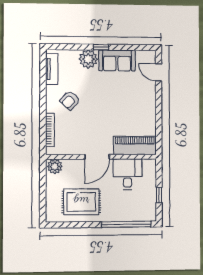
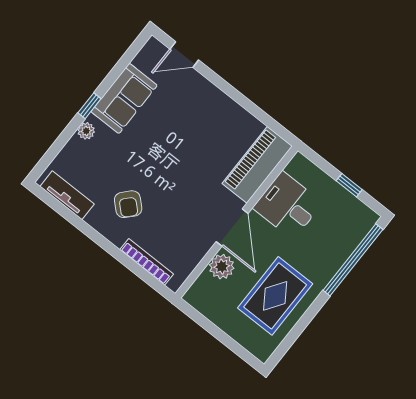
plant: (88, 59) -> (86, 131), width x0.53, depth x0.53
plant: (55, 166) -> (222, 267), moved

